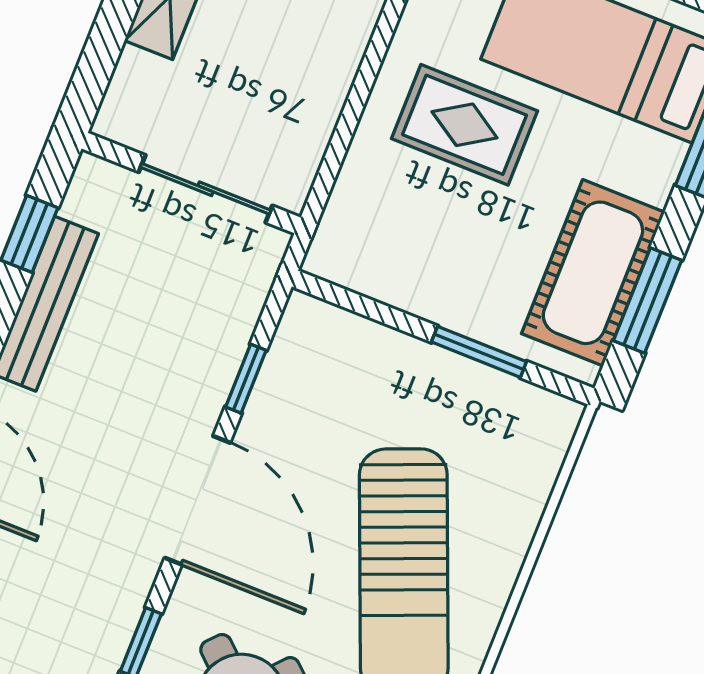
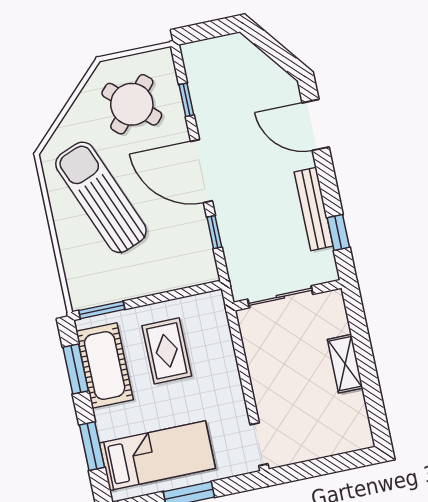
rug: (465, 125) -> (167, 351), moved, turned 90
window: (479, 352) -> (102, 310), moved

